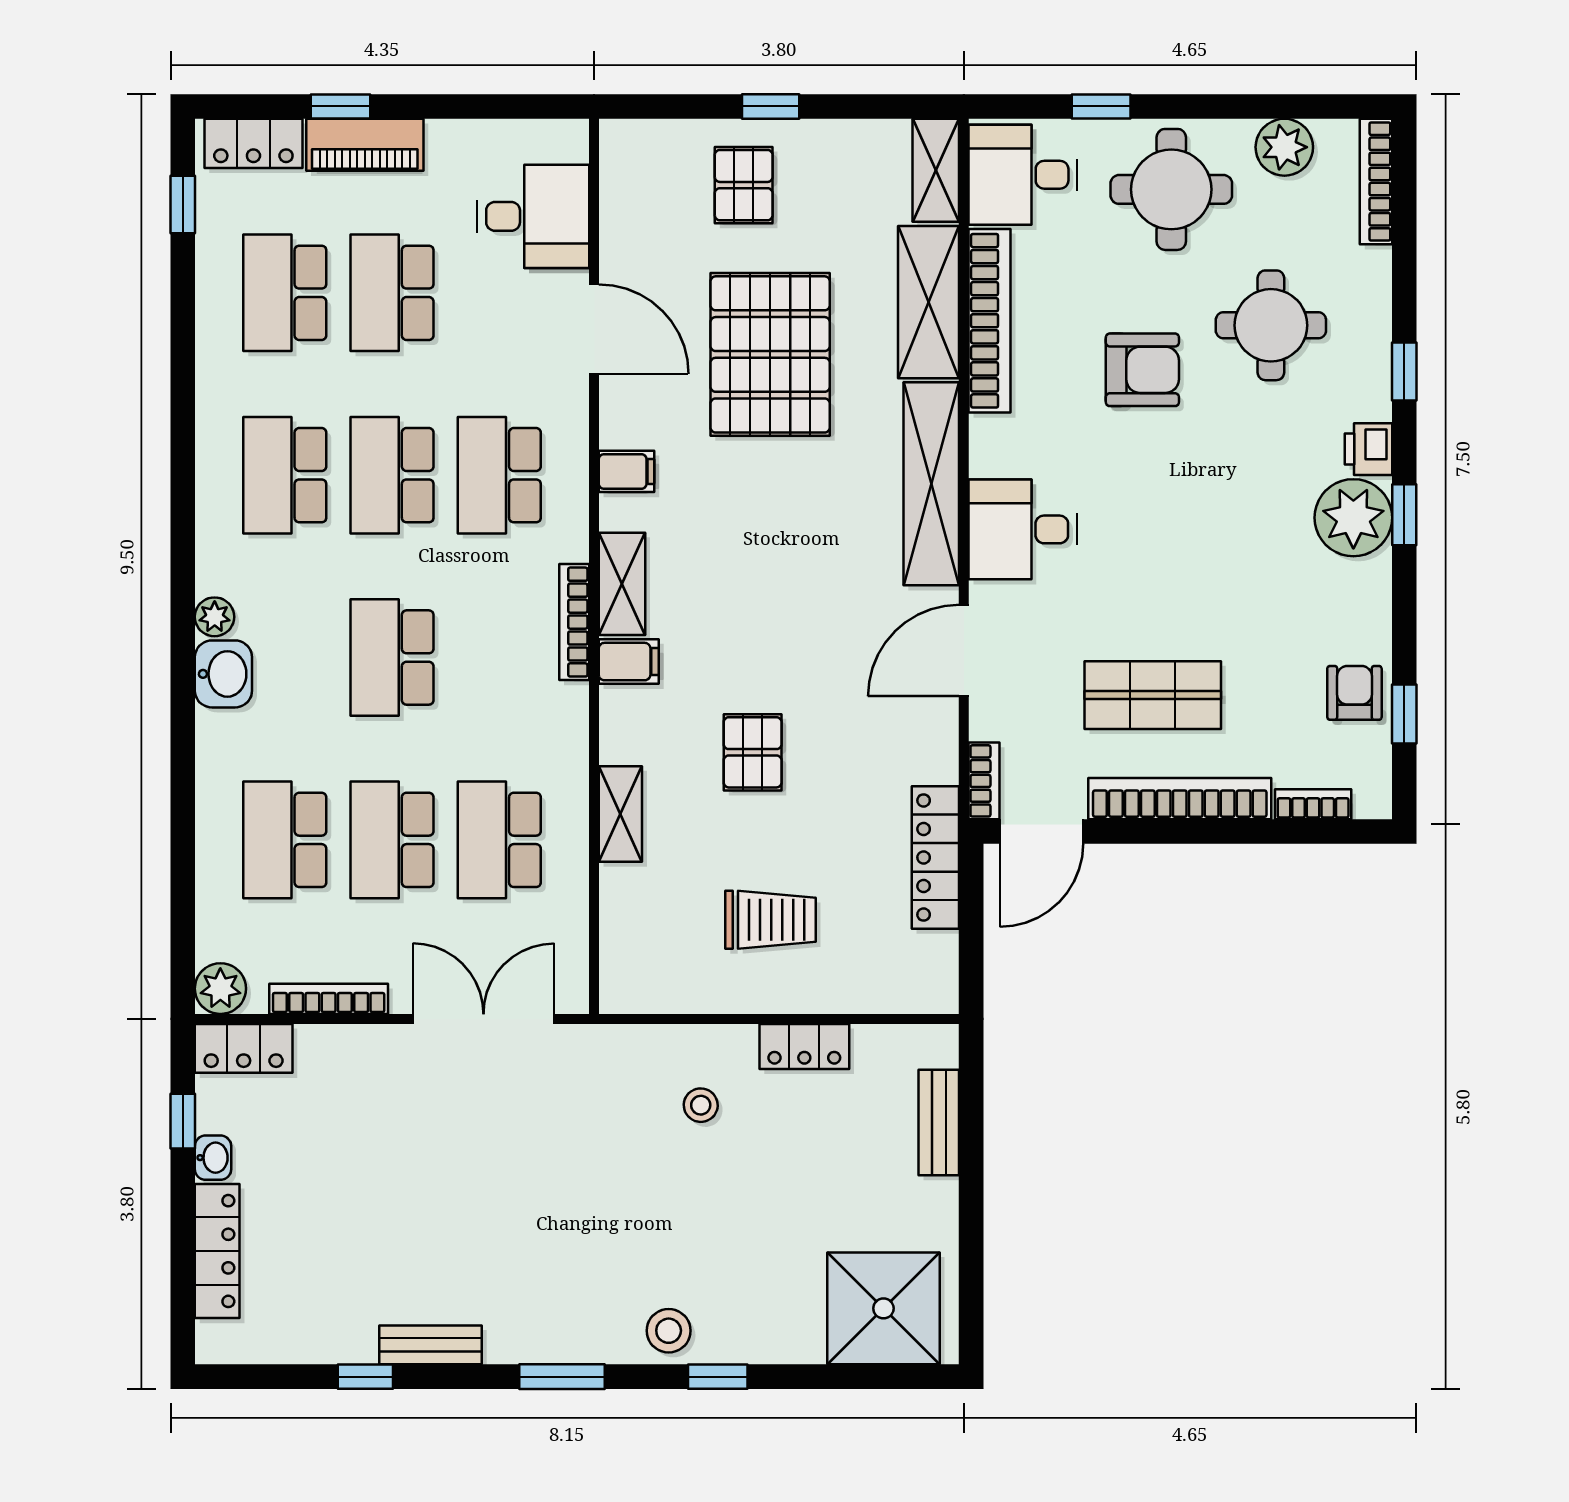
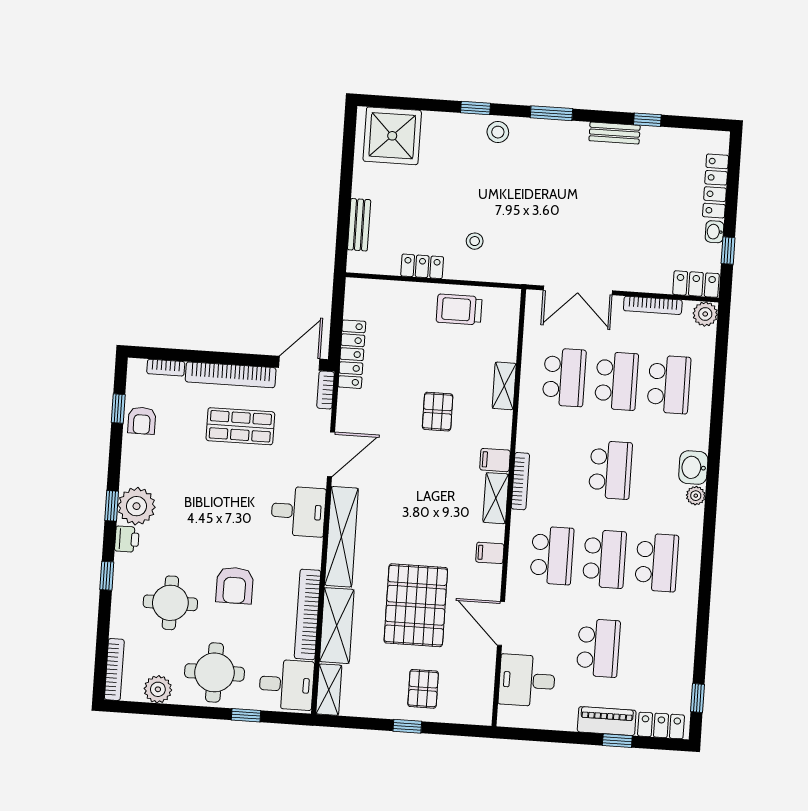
school desk: (285, 293) -> (651, 651), removed
armchair: (1142, 370) -> (235, 585), turned -90
trolley: (771, 920) -> (459, 309), moved

